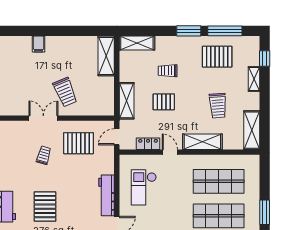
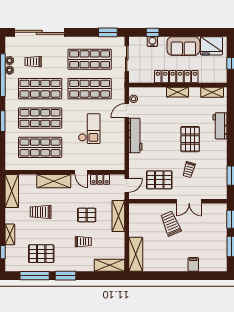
trolley: (218, 106) -> (41, 212), turned -86
checkout: (144, 187) -> (89, 129), moved
pallet: (45, 207) -> (190, 139), moved

